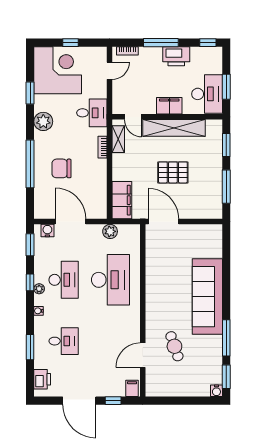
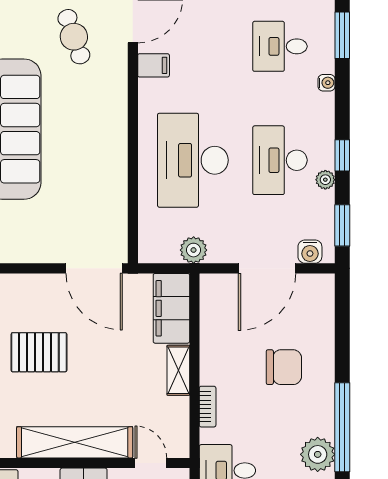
shelving: (118, 139) -> (178, 370), moved
window: (30, 164) -> (342, 427), moved
pallet: (173, 172) -> (39, 352), moved
door: (71, 222) -> (267, 268), hinge flipped
plant: (39, 289) -> (325, 180), moved
water cooler: (39, 311) -> (327, 83), moved
filing cabinet: (132, 331) -> (154, 65), added

